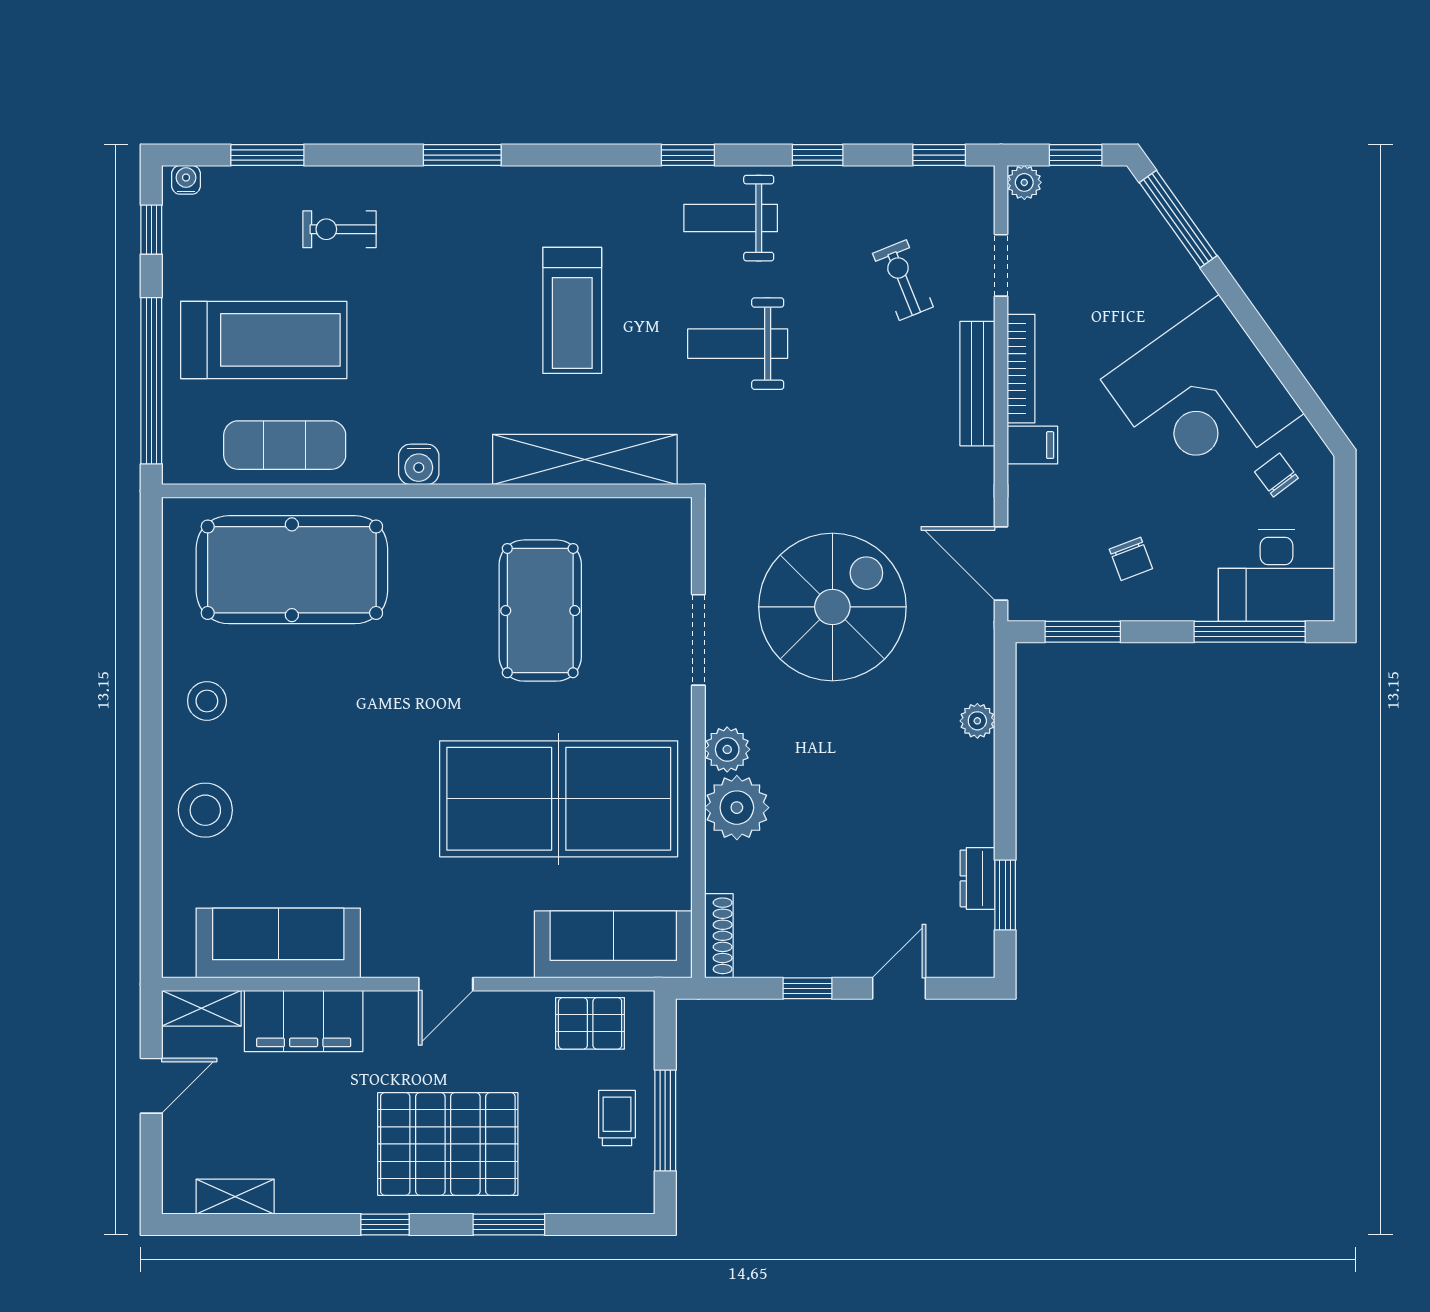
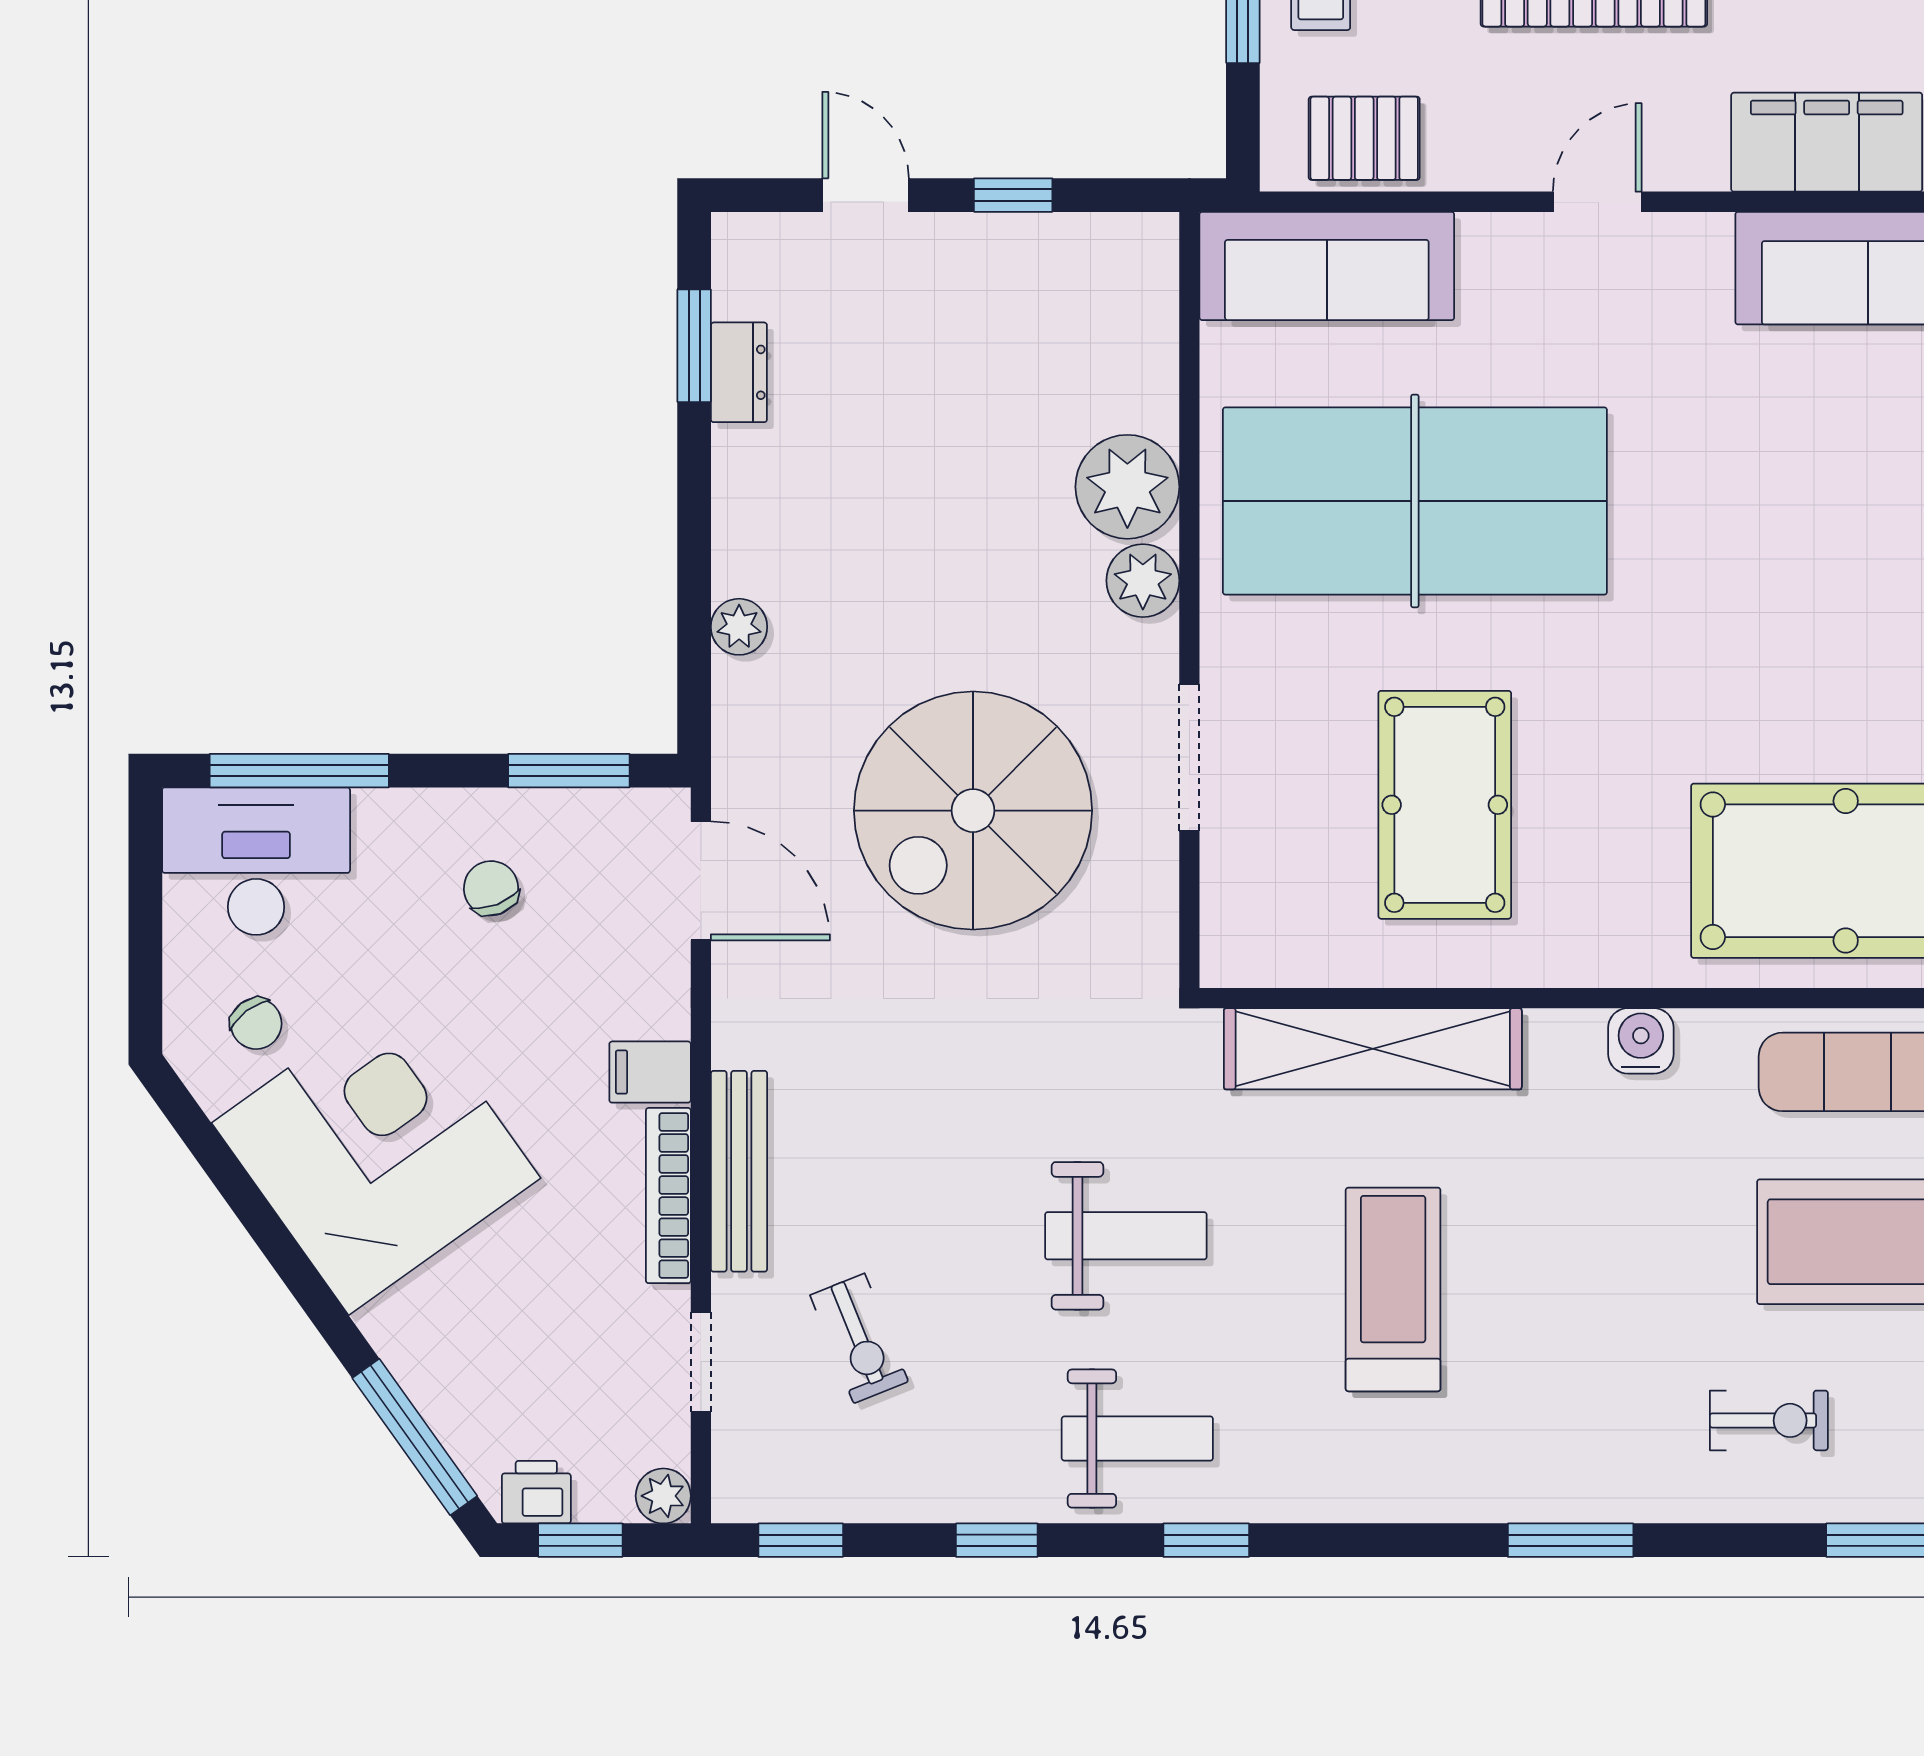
printer: (1103, 185) -> (536, 1492), added
shoe rack: (719, 936) -> (1156, 280), removed
door: (899, 988) -> (866, 195), swing flipped

